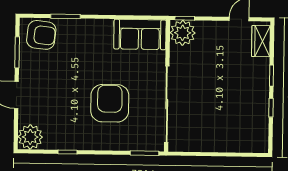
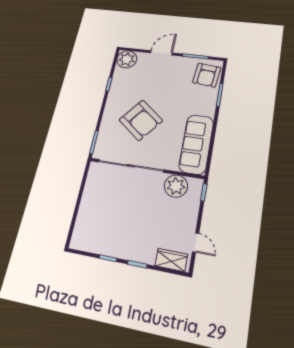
plant: (183, 33) -> (176, 186), moved
sofa: (140, 34) -> (196, 144), width x1.36
armchair: (110, 103) -> (141, 120), turned 38

